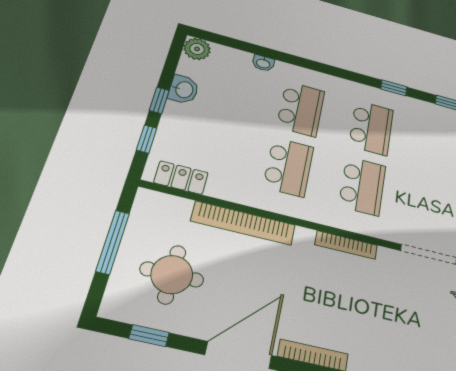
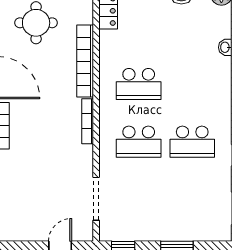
school desk: (301, 109) -> (192, 84), removed
bookcase: (346, 245) -> (88, 121), moved

